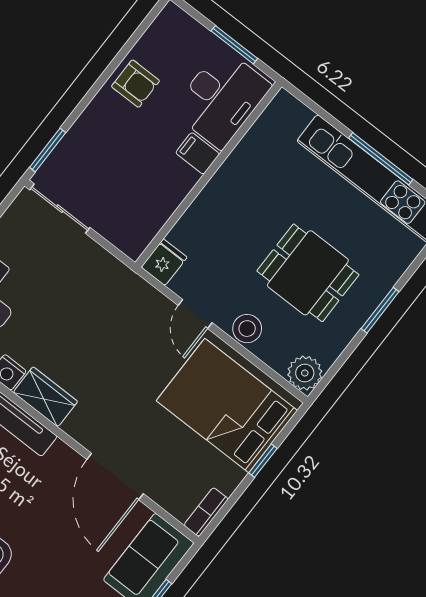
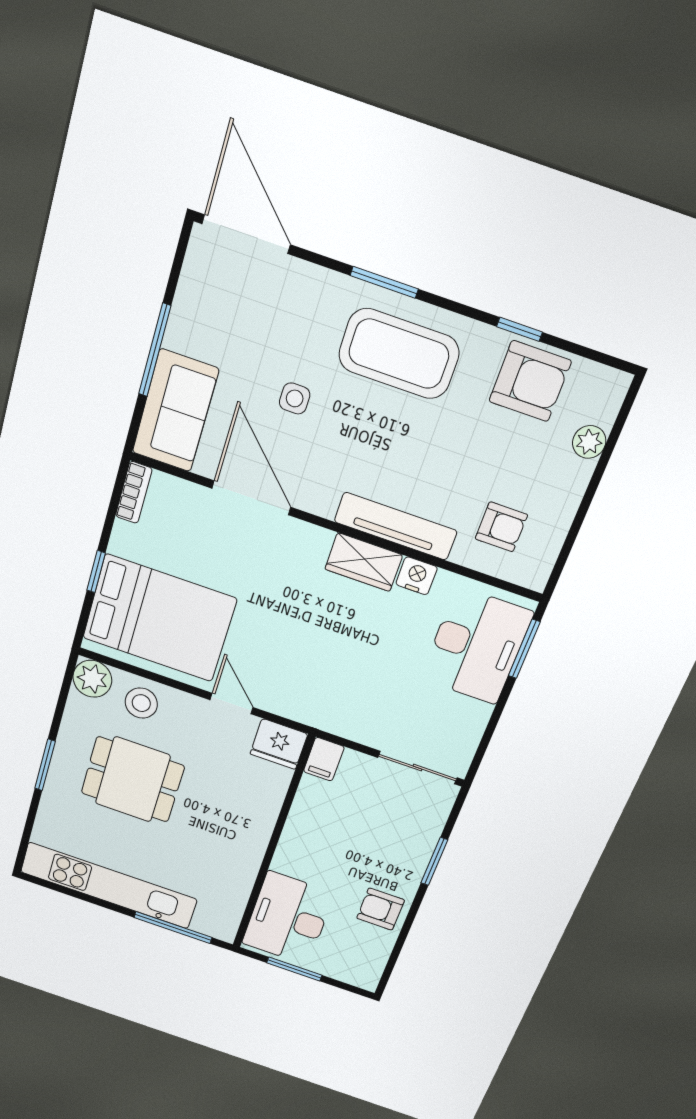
window: (48, 150) -> (434, 861), moved
filing cabinet: (198, 153) -> (324, 759), moved, turned 90
window: (381, 159) -> (173, 928), moved
fridge: (164, 262) -> (279, 744), width x1.38
stool: (247, 329) -> (141, 703), moved
side table: (55, 539) -> (295, 398), added

